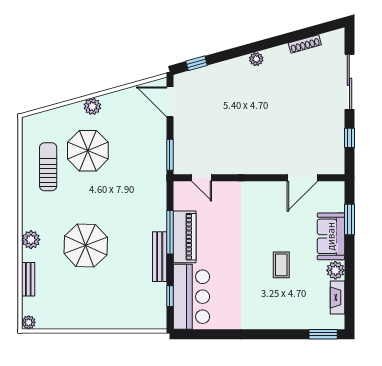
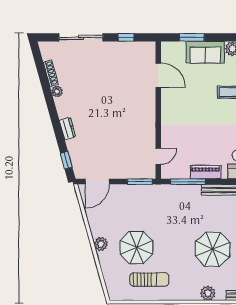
plant: (256, 59) -> (57, 92), moved
dresser: (236, 65) -> (68, 129), added
sun lounger: (48, 167) -> (149, 279), turned 180
window: (170, 232) -> (188, 182), moved
piano: (185, 237) -> (206, 172), width x0.73, depth x0.75

